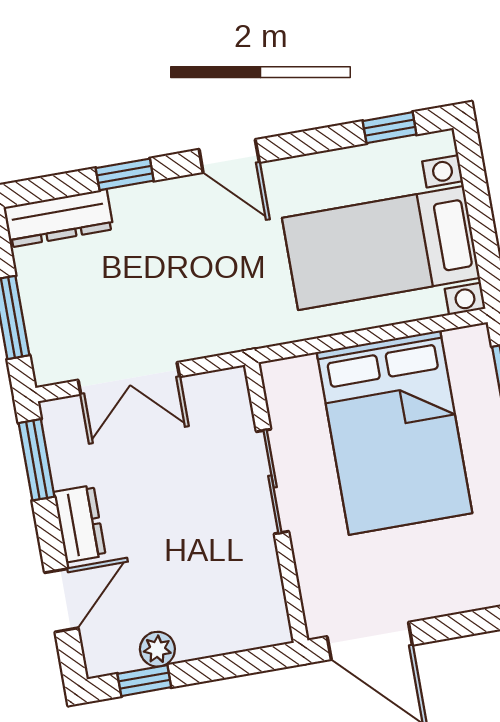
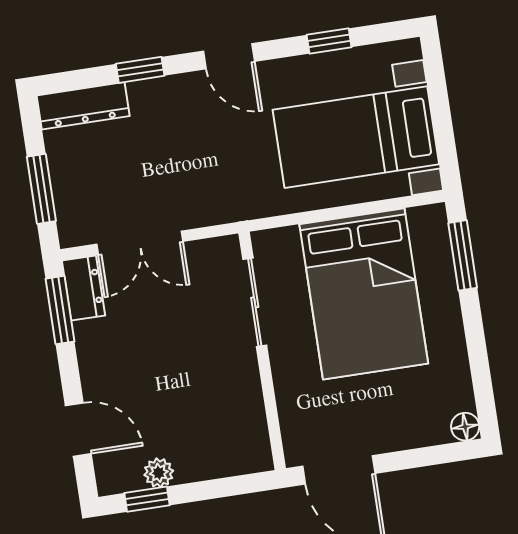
window: (390, 128) -> (329, 41), moved
sliding door: (272, 482) -> (255, 302), moved
dresser: (80, 524) -> (84, 288), moved
door: (61, 600) -> (78, 430), hinge flipped

